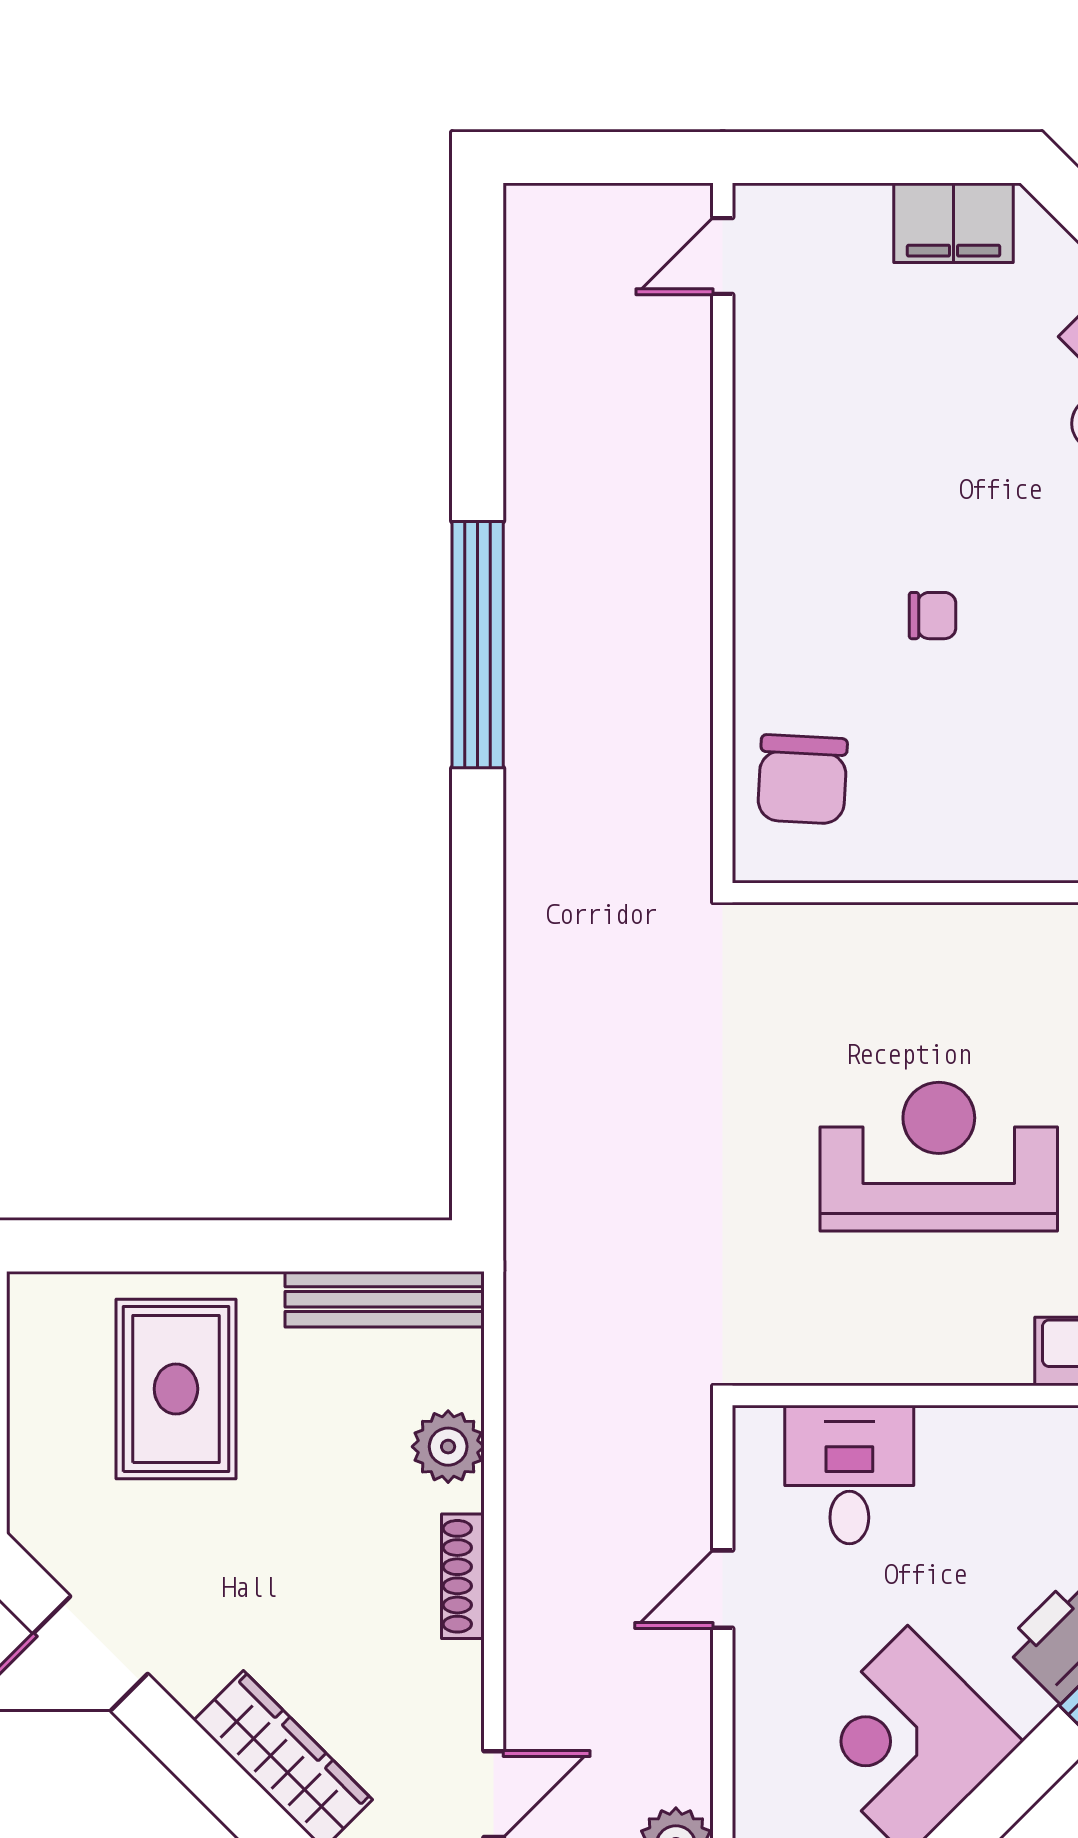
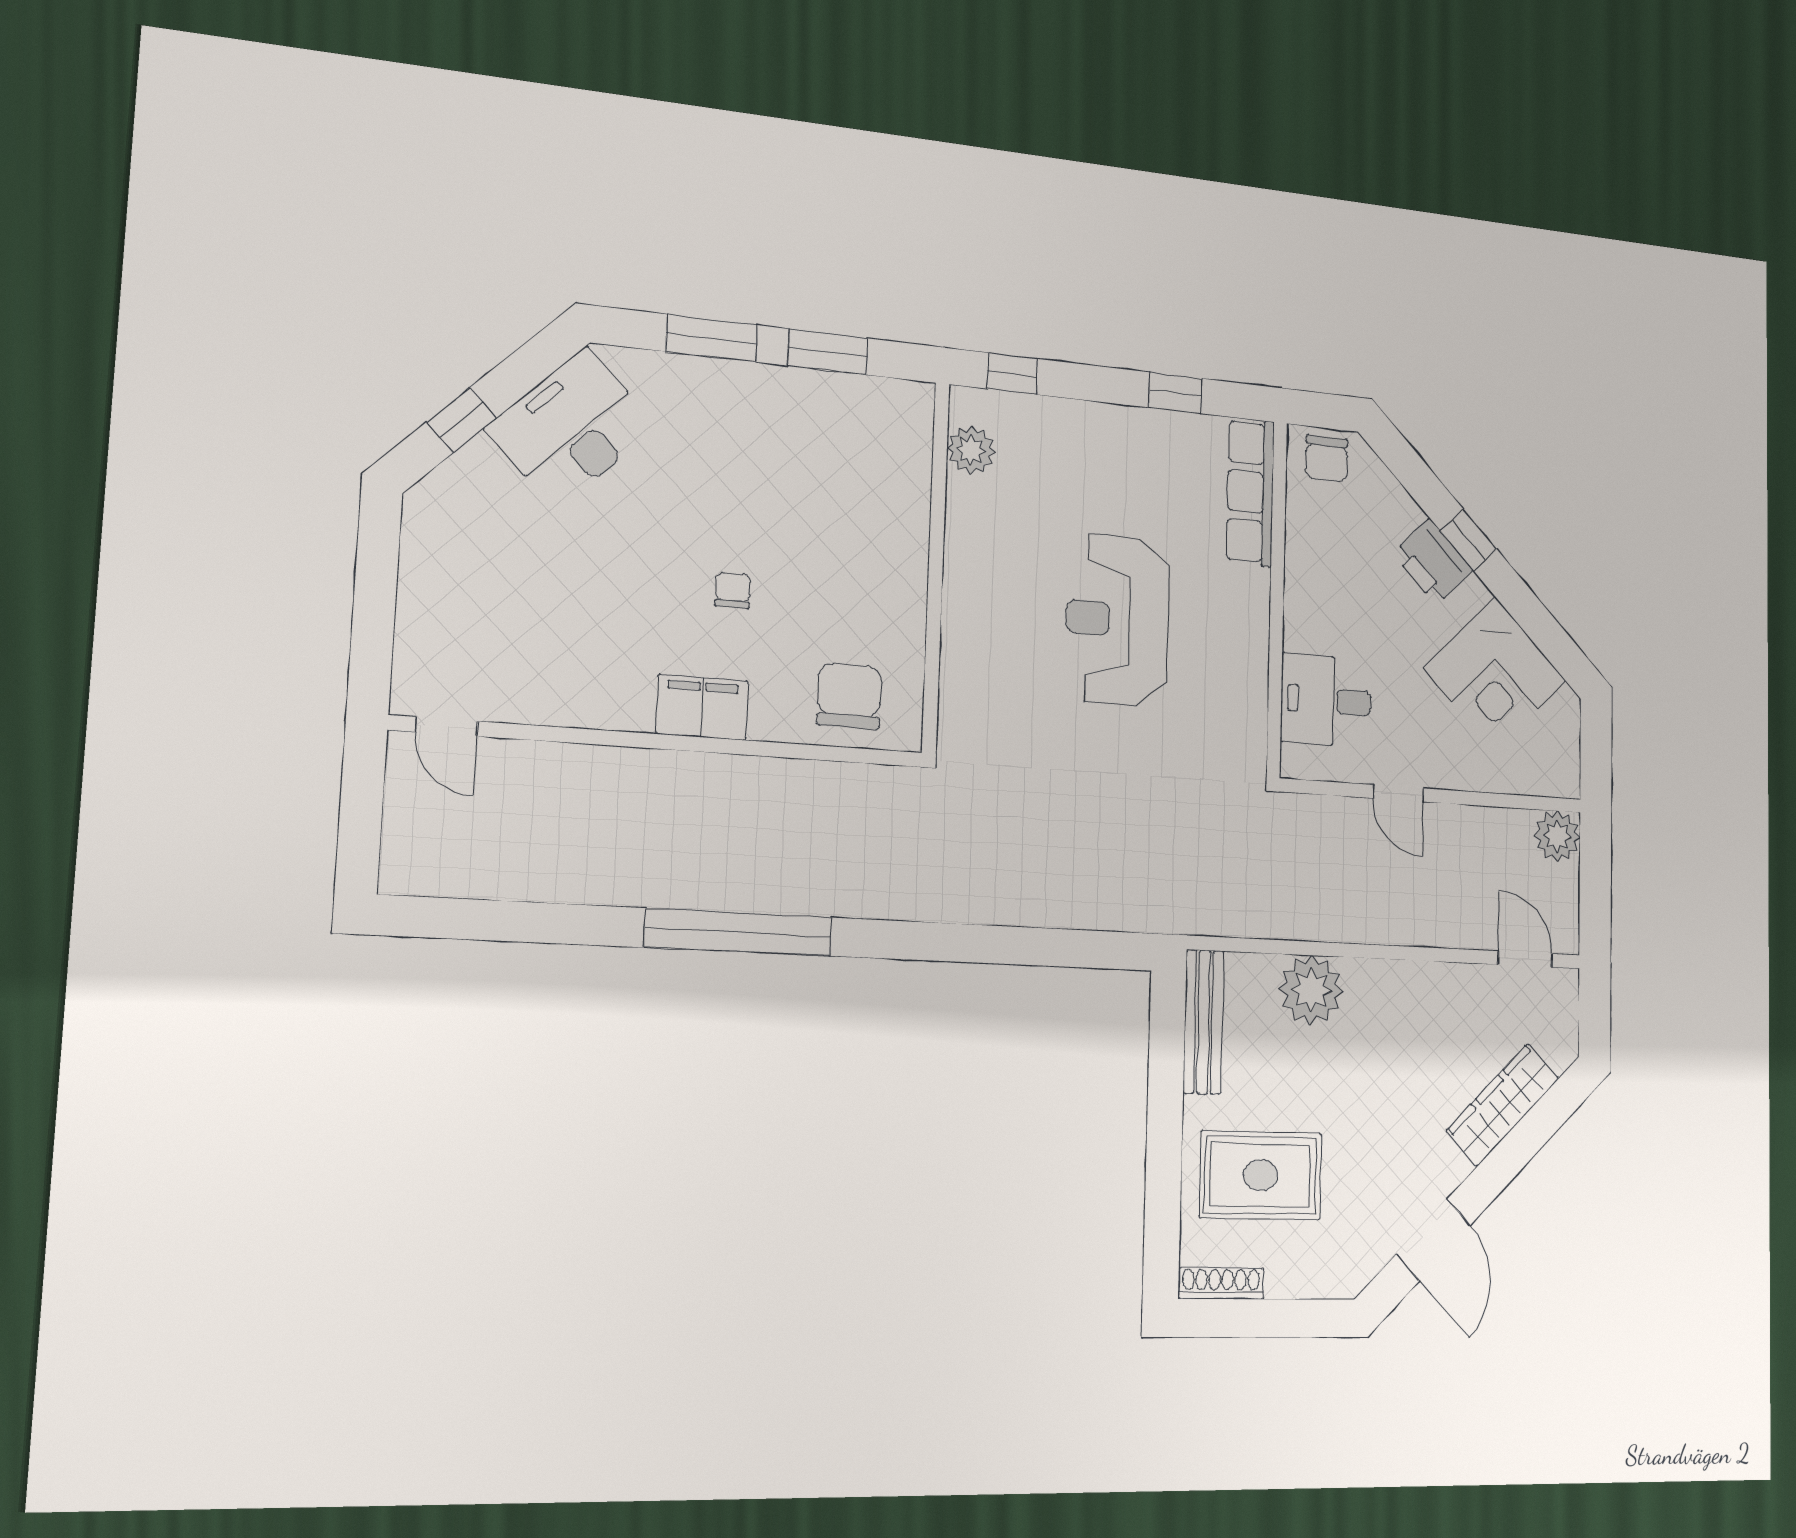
filing cabinet: (954, 223) -> (702, 707), moved, turned -90
chair: (802, 779) -> (849, 696), turned -93
plant: (448, 1447) -> (1311, 990), width x1.36, depth x1.36
shoe rack: (463, 1576) -> (1221, 1283), moved, turned 180

